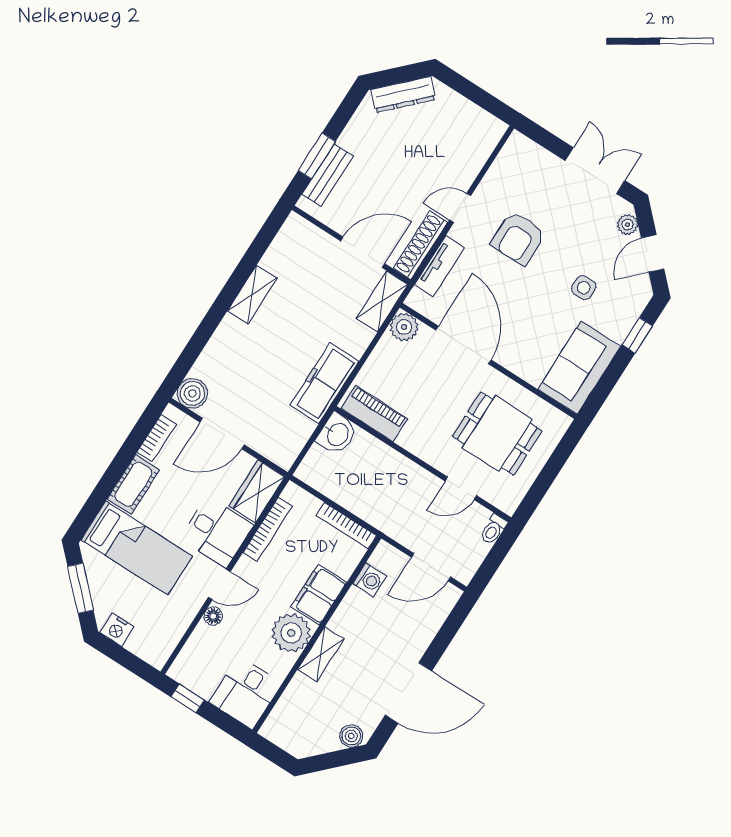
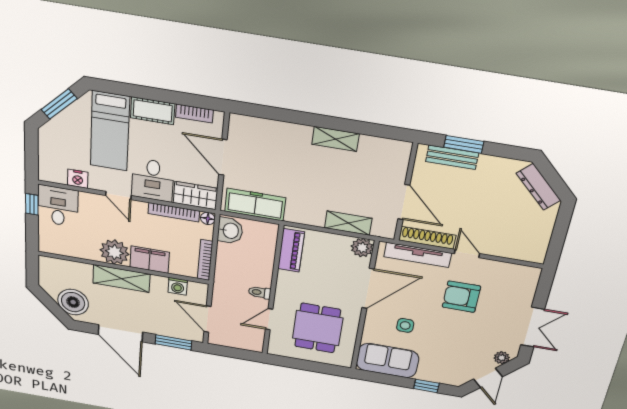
door: (653, 253) -> (488, 378), swing flipped
tv unit: (440, 266) -> (418, 255), width x1.41
side table: (584, 288) -> (405, 325), moved
shelving: (382, 301) -> (348, 223), moved
freezer: (324, 383) -> (255, 205), moved
boiler: (192, 393) -> (240, 126), removed
washbasin: (337, 434) -> (230, 231), moved, turned -90
door: (461, 488) -> (269, 319), hinge flipped
toilet: (493, 529) -> (260, 293), moved
floor lamp: (213, 616) -> (208, 218), moved
nightstand: (117, 630) -> (78, 179), moved, turned -90
window: (449, 630) -> (173, 342), added
shelving: (321, 654) -> (121, 279), width x1.50, depth x1.33
desk: (245, 693) -> (58, 206), moved, turned 90
boiler: (351, 736) -> (73, 302), width x1.86, depth x1.86

